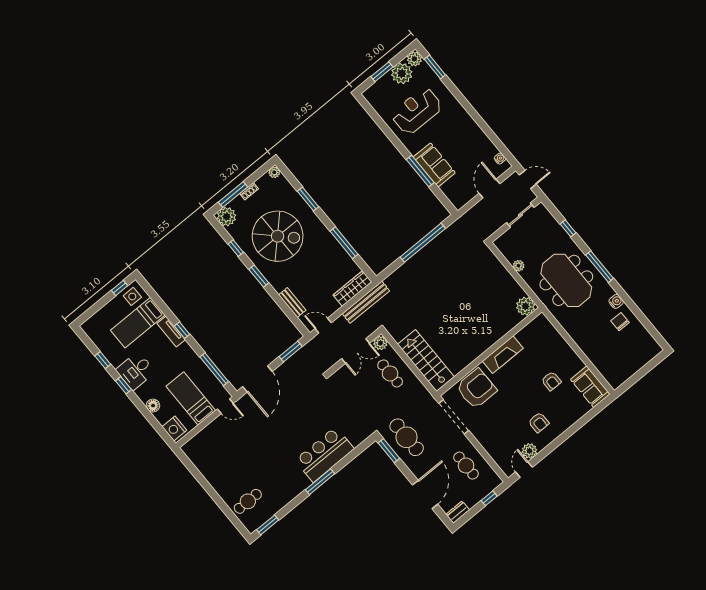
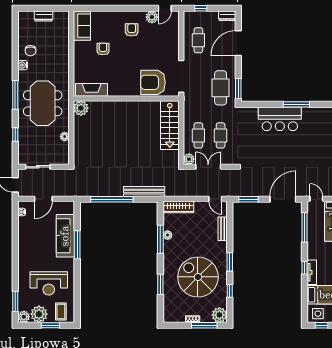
coffee table: (383, 94) -> (61, 311), added
sofa: (434, 165) -> (65, 236), width x1.36
plant: (274, 172) -> (168, 235), moved
bench: (366, 302) -> (144, 192), moved
fireplace: (503, 355) -> (92, 90), moved
dresser: (635, 365) -> (44, 16), added
cafe table: (369, 391) -> (221, 135), added

